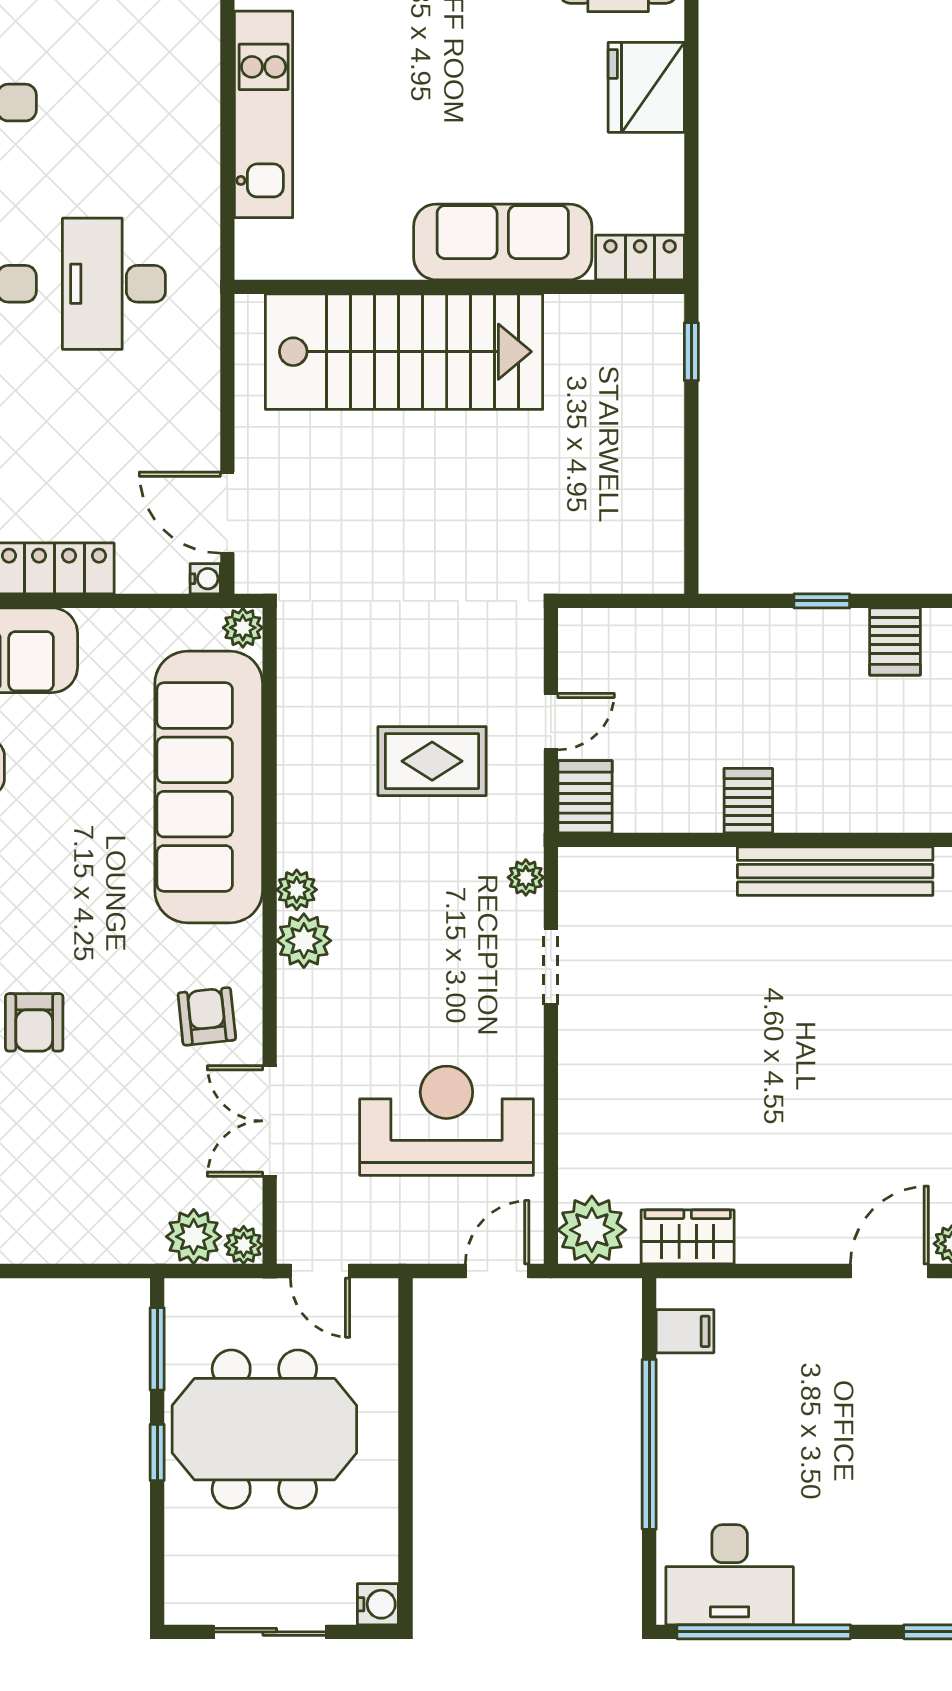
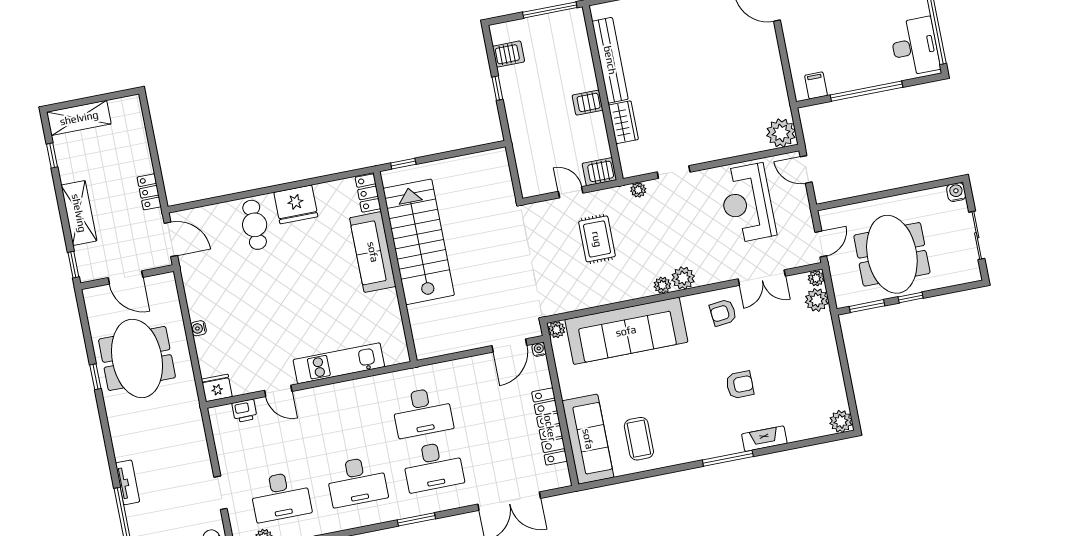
stairs: (404, 352) -> (419, 242), moved
wardrobe: (688, 1237) -> (623, 122), moved, turned 180

